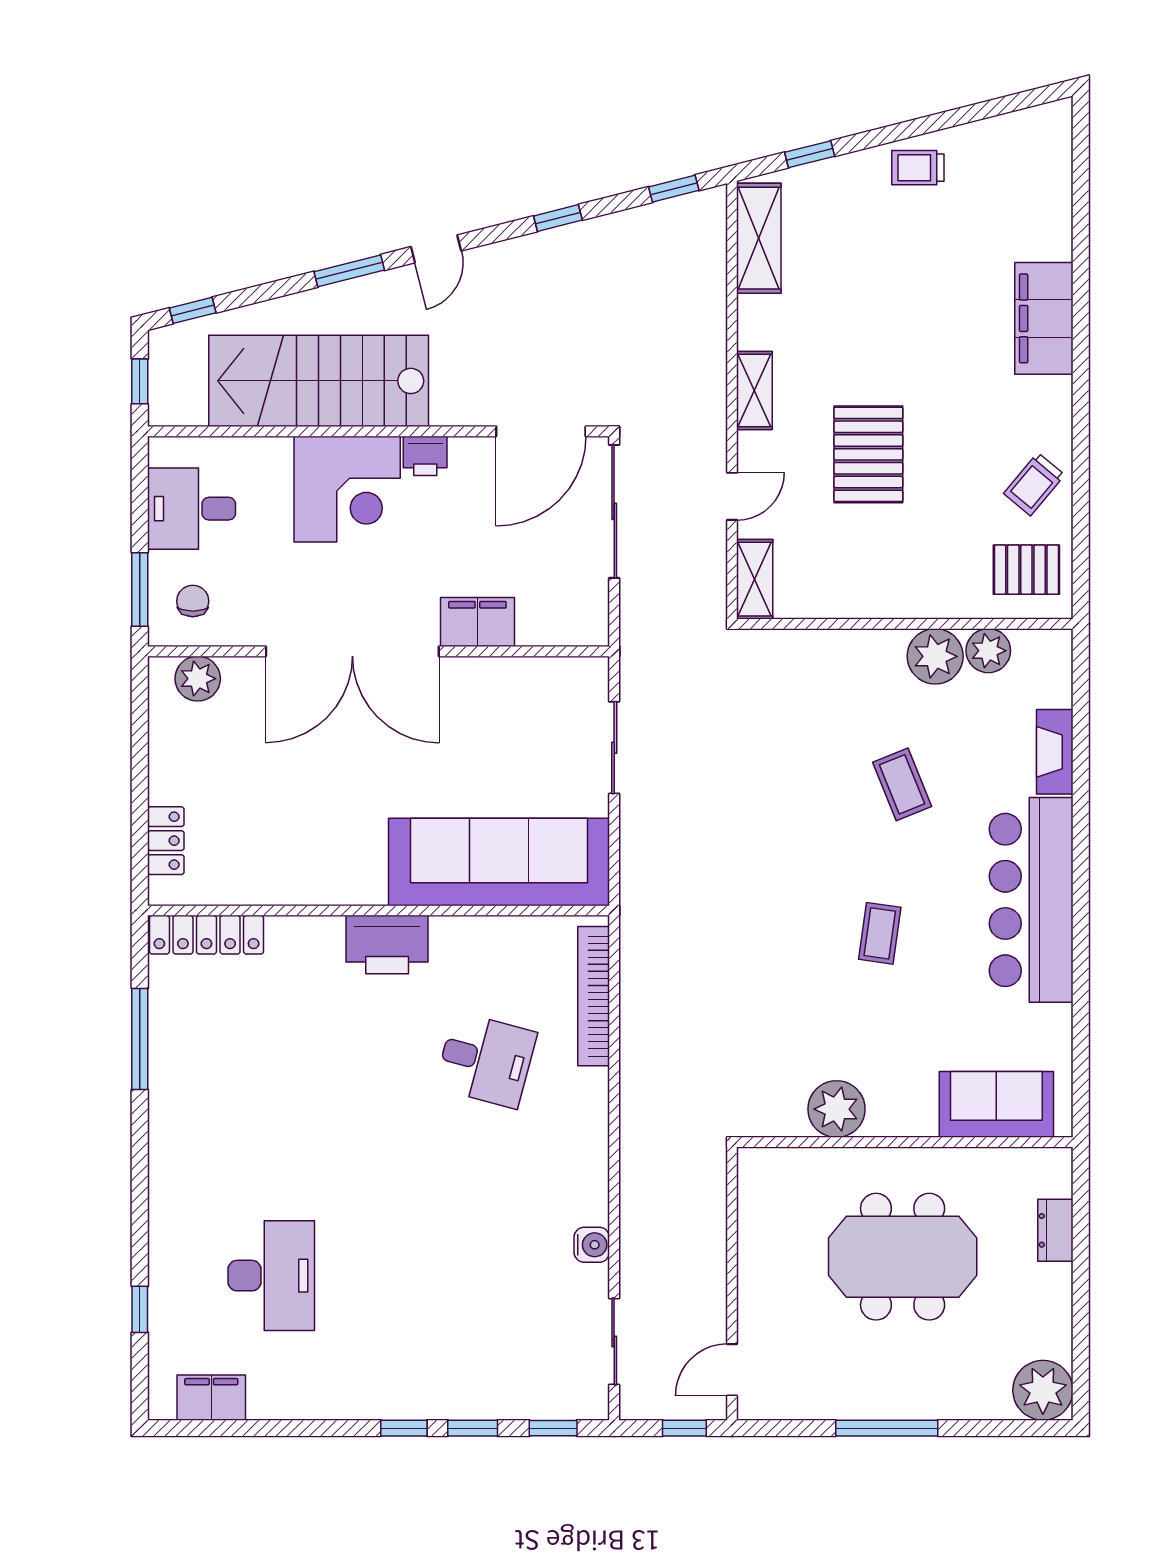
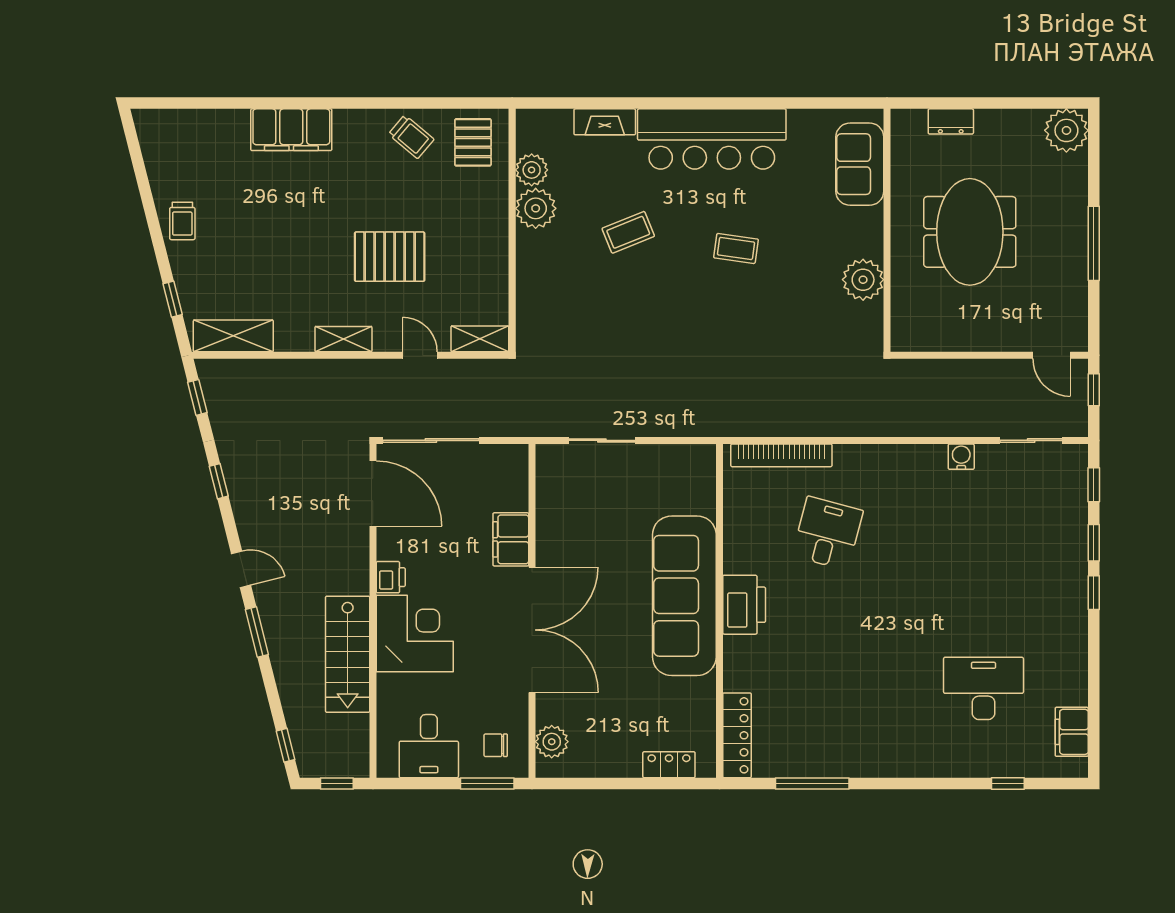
stairs: (319, 381) -> (348, 654), width x0.73, depth x0.66
sofa: (499, 862) -> (684, 596), moved

